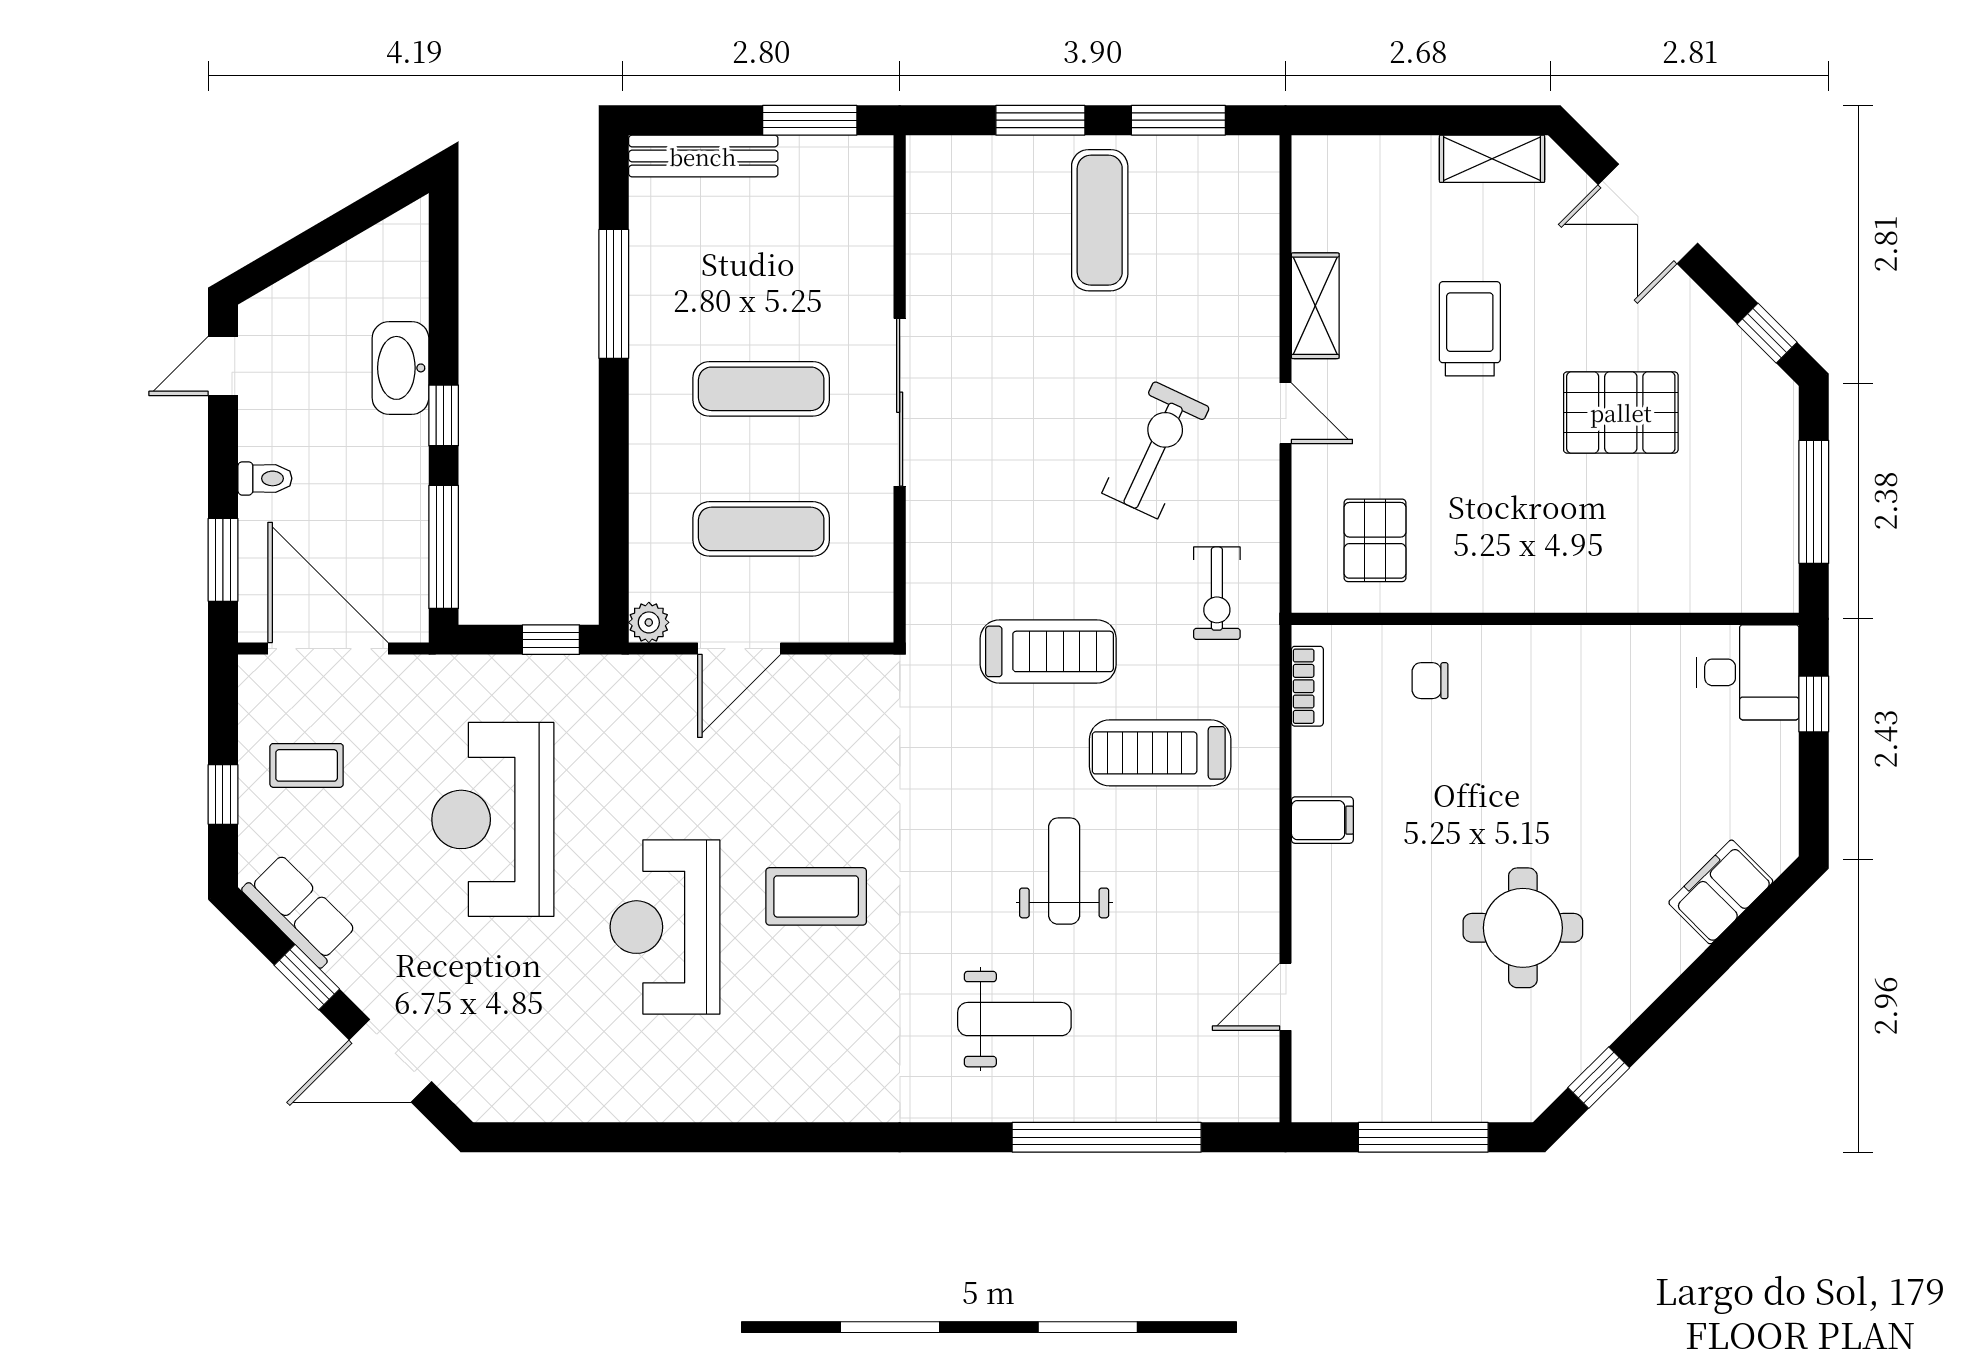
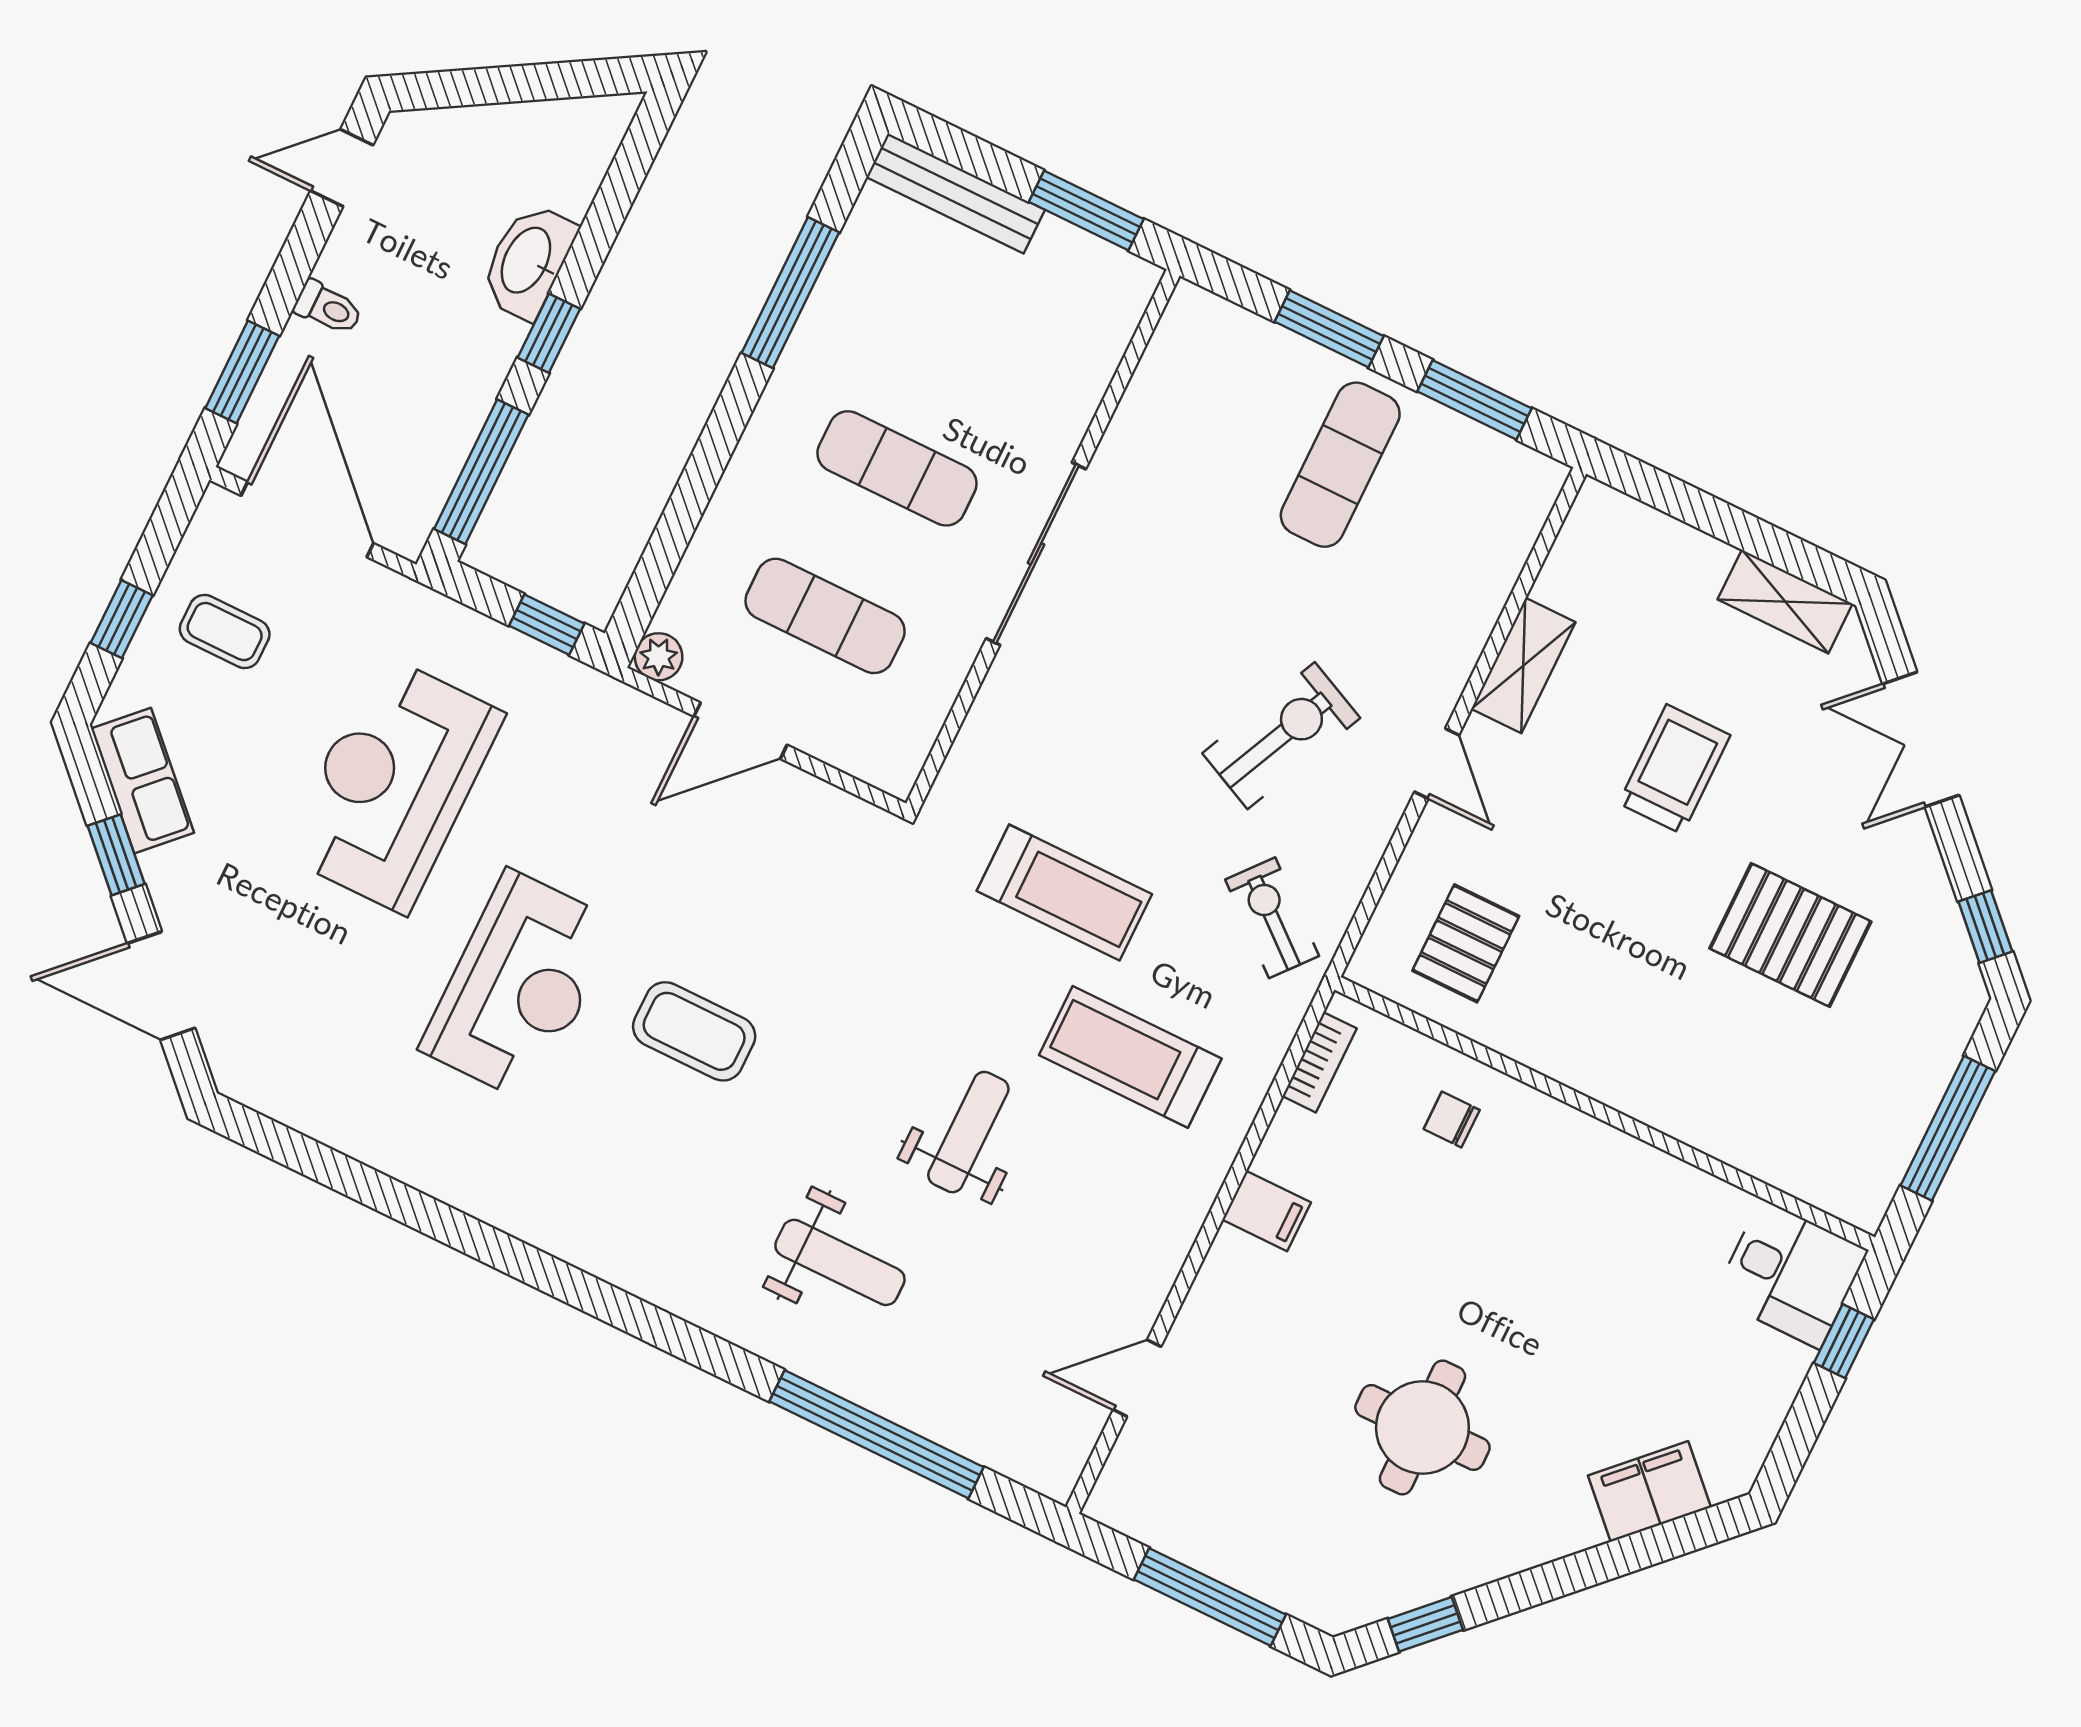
exercise bike: (1217, 593) -> (1272, 918), turned 130
reception desk: (665, 927) -> (519, 986), turned 180

